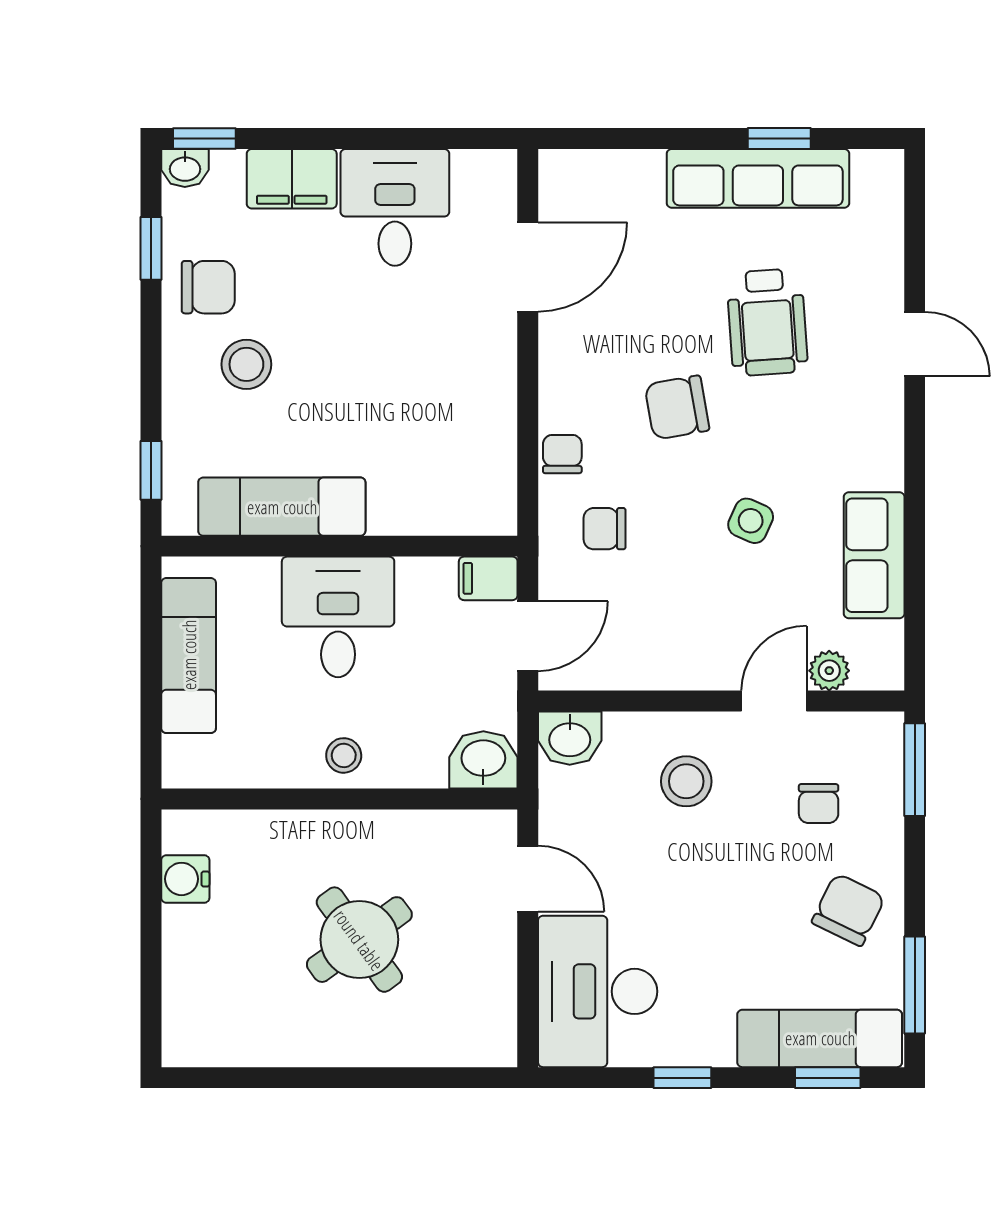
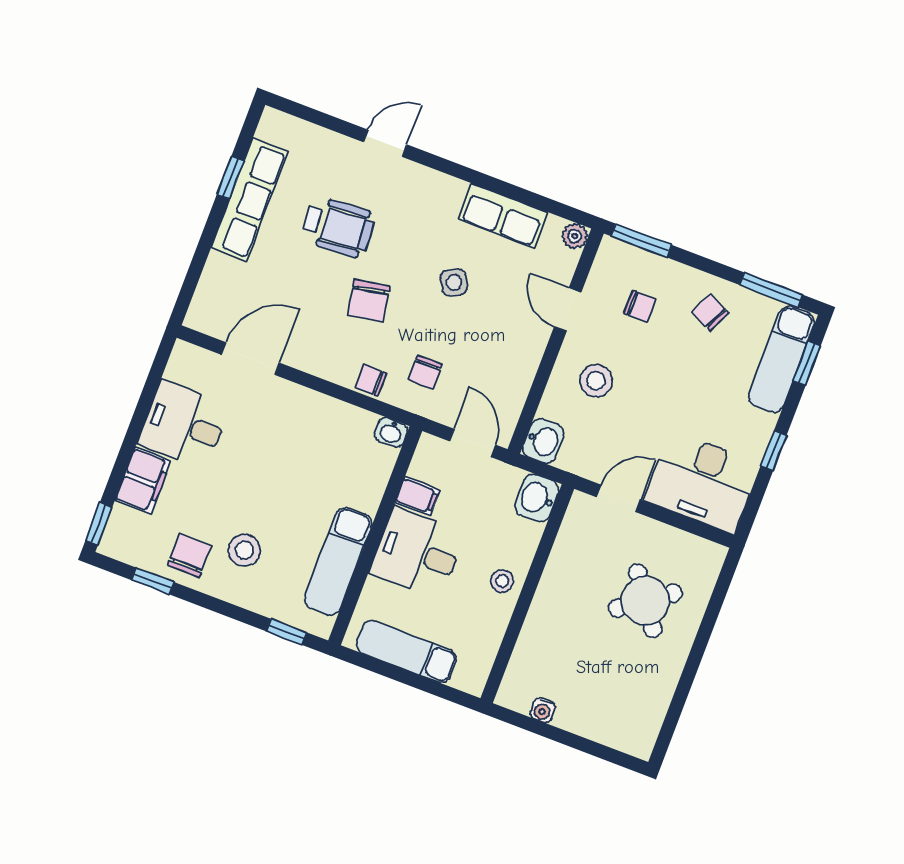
washbasin: (185, 168) -> (391, 432), moved, turned 90
door: (528, 267) -> (250, 359), hinge flipped
side table: (751, 521) -> (454, 282), turned 38
filing cabinet: (488, 578) -> (417, 496), moved, turned -90
plant: (829, 671) -> (575, 236), moved
water cooler: (185, 879) -> (543, 710), width x0.72, depth x0.72
chair: (848, 910) -> (710, 312), width x0.73, depth x0.73
round table: (359, 940) -> (645, 601), moved

